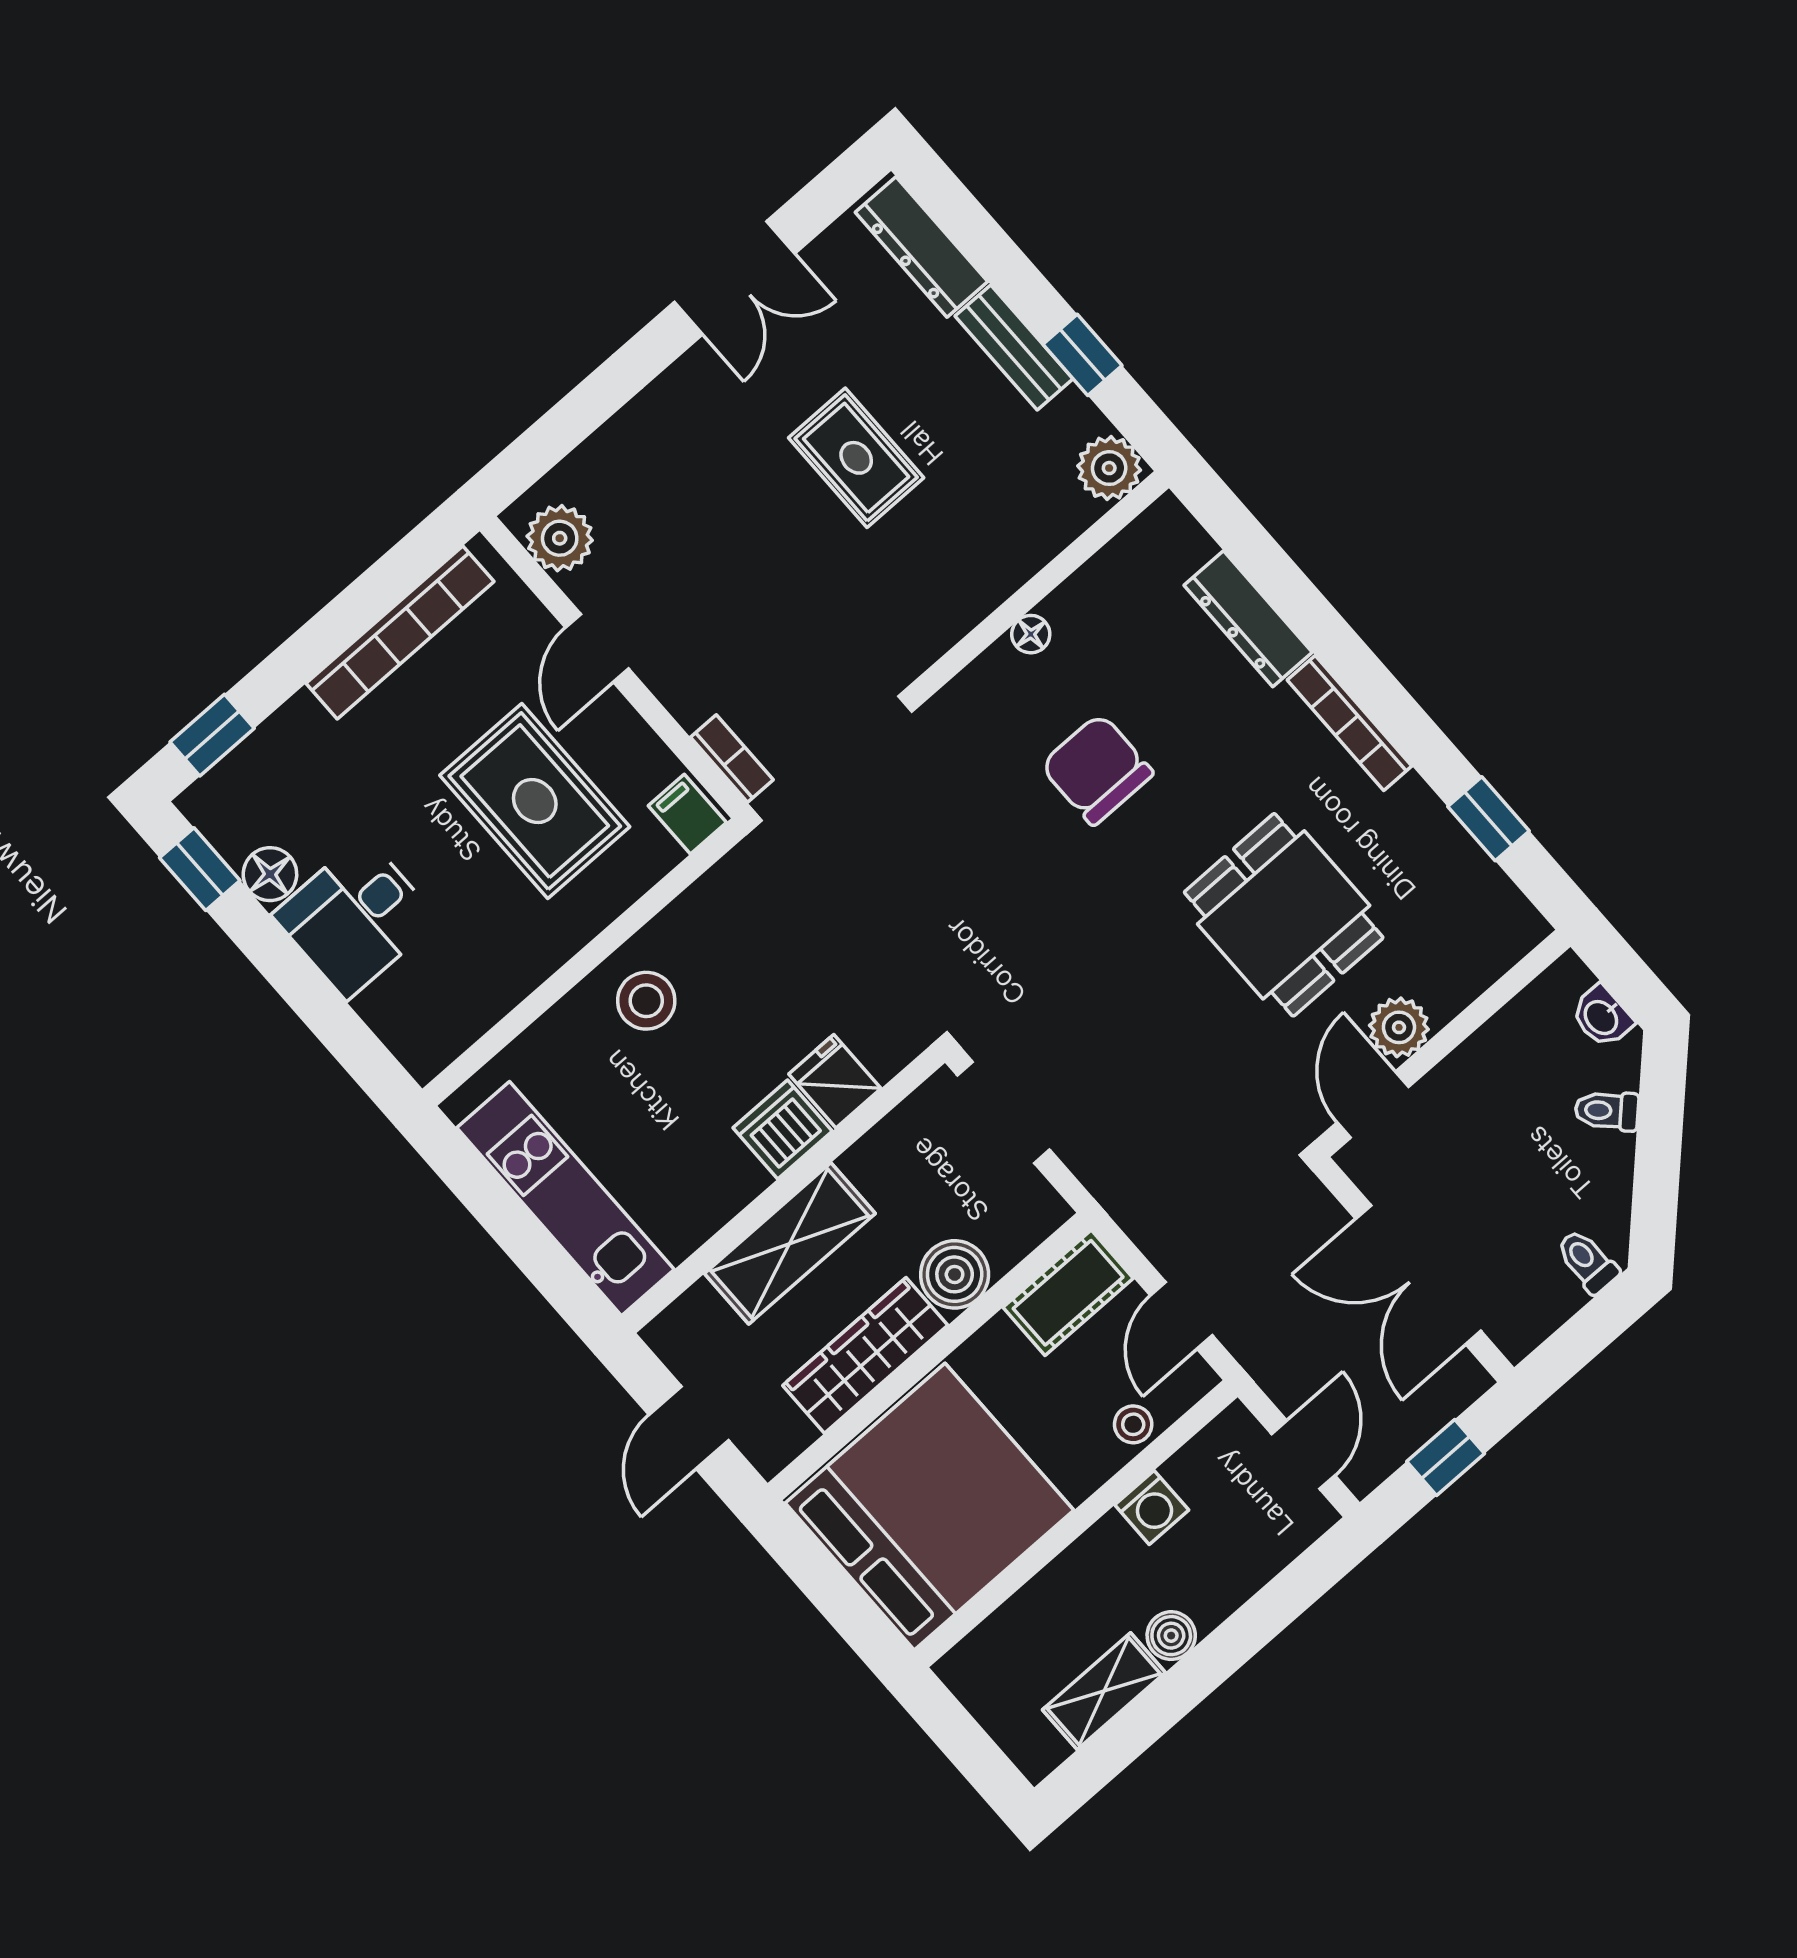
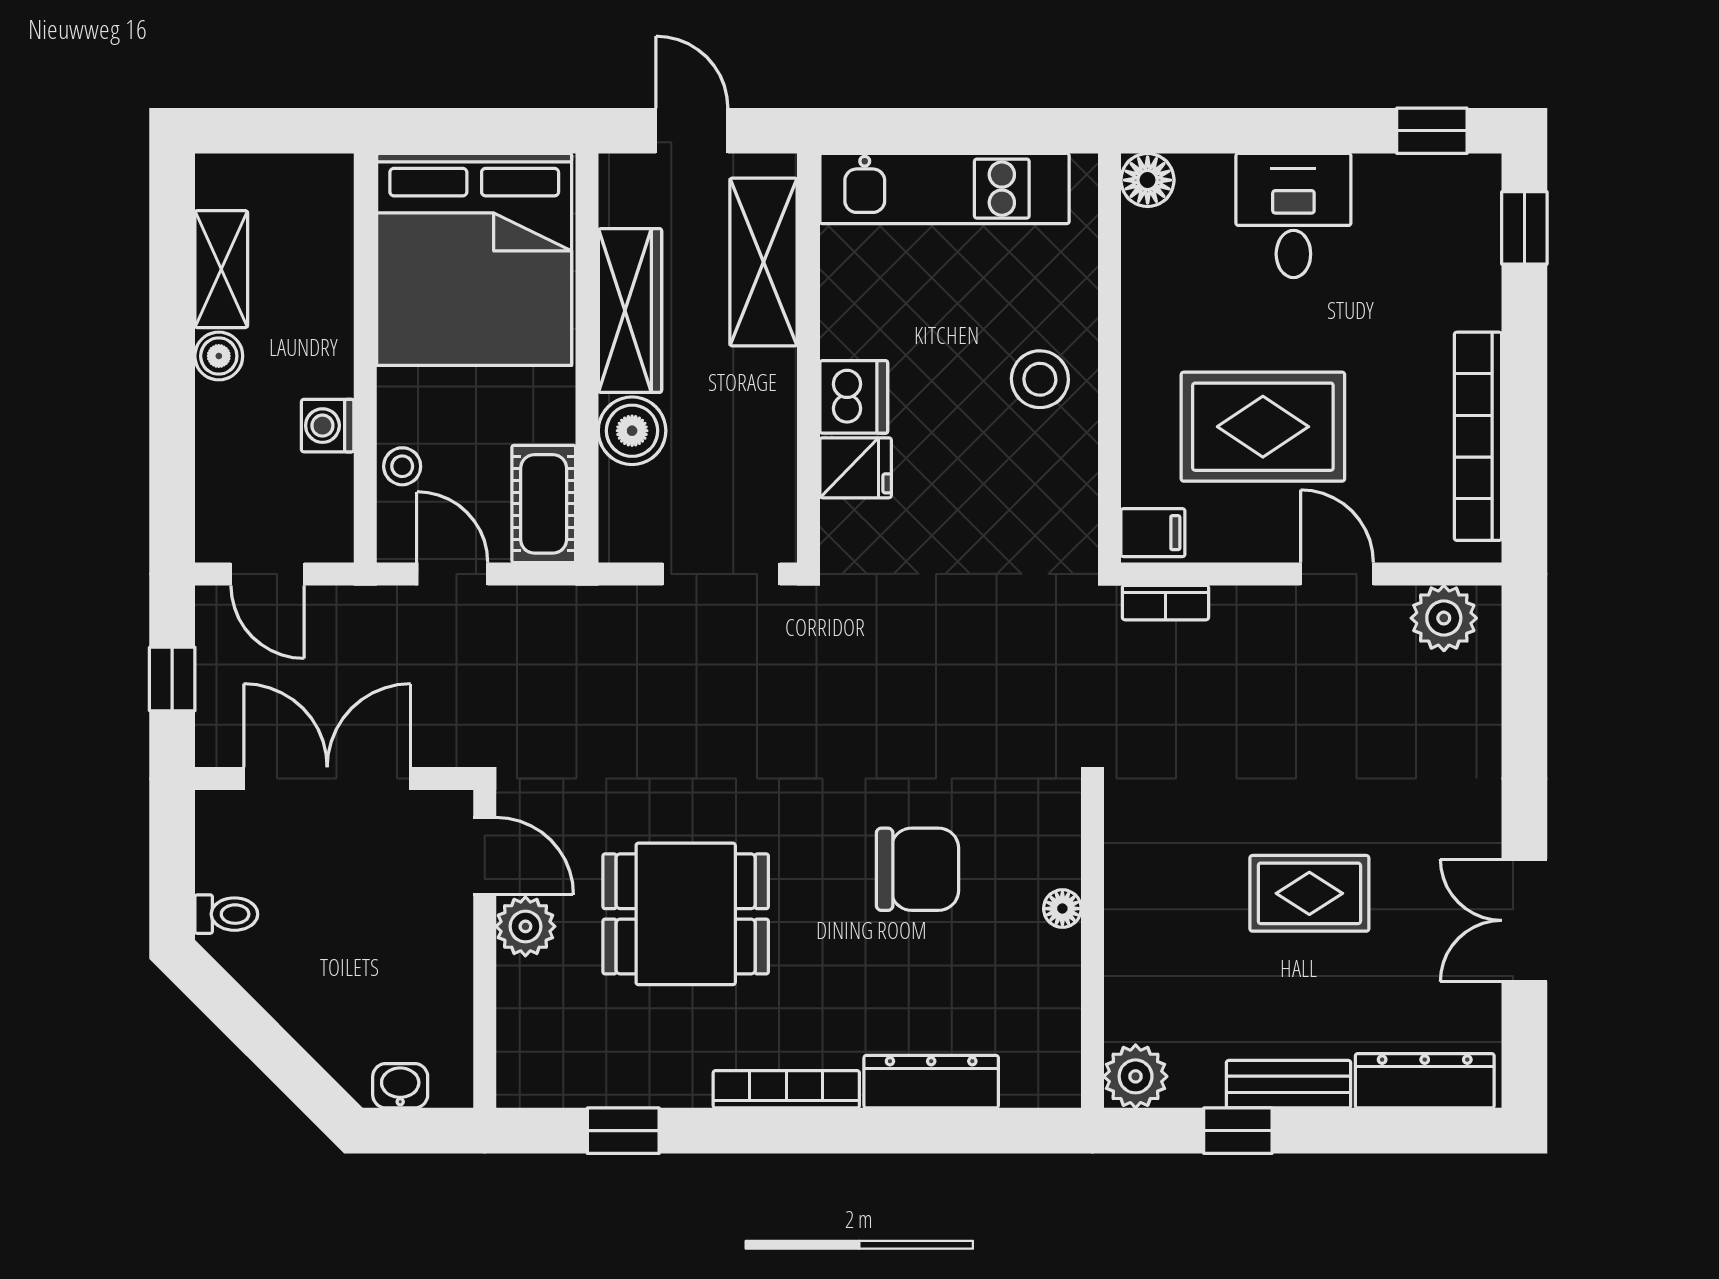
floor lamp: (270, 874) -> (1148, 180), moved
toilet: (1607, 1111) -> (326, 1028), removed
shelving: (790, 1243) -> (764, 262), moved

